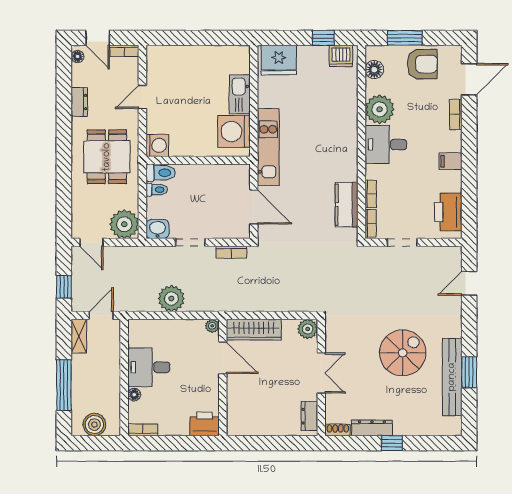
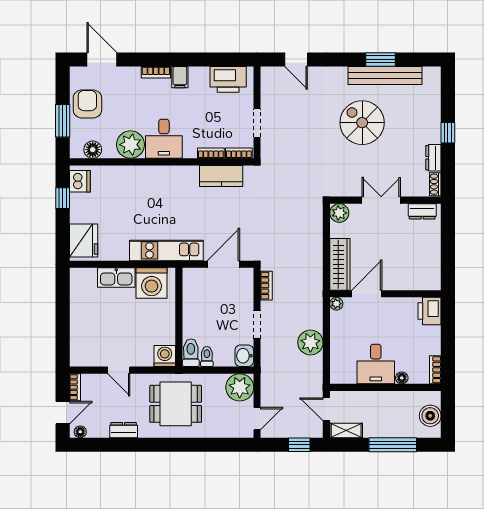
bookcase: (456, 114) -> (156, 72), moved
dresser: (372, 428) -> (433, 158), width x0.70

